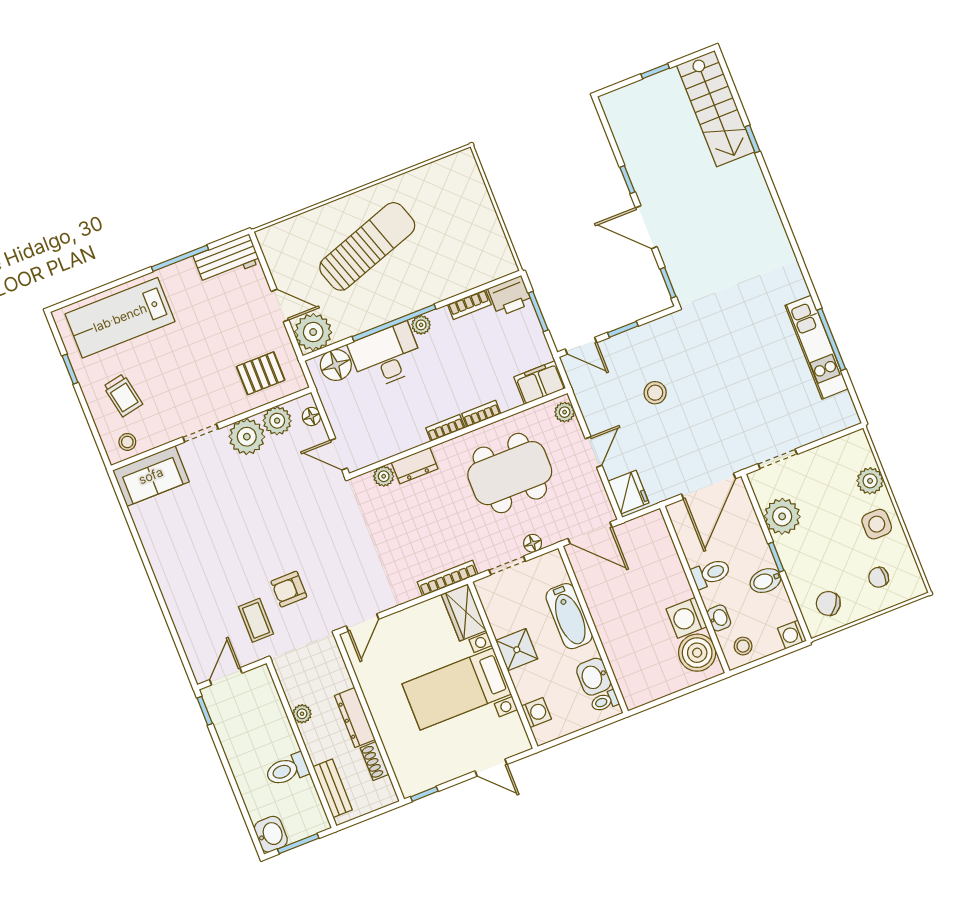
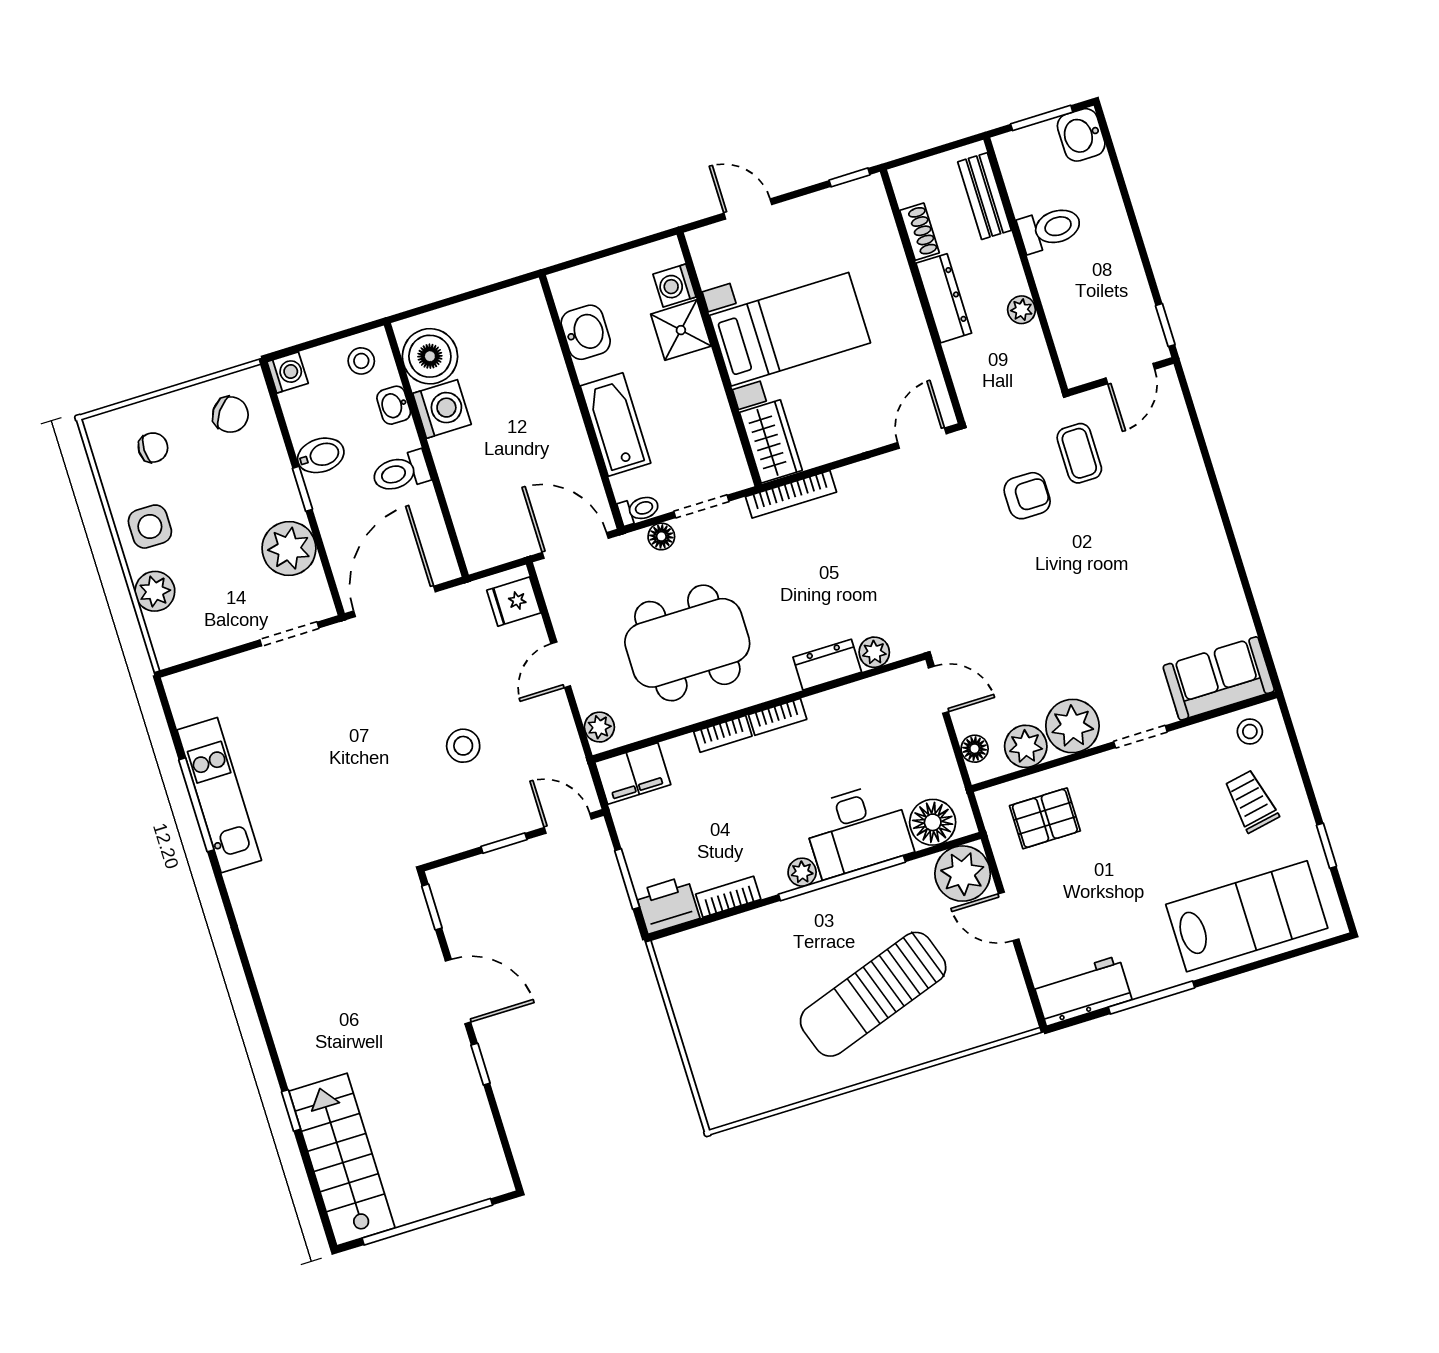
window: (655, 71) -> (427, 1222), width x3.17
fridge: (628, 492) -> (514, 602), width x0.72
shower: (517, 650) -> (681, 330), moved
toilet: (605, 701) -> (639, 509), moved

